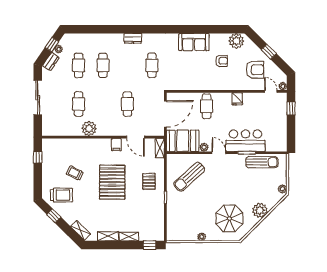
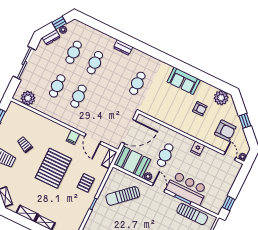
dresser: (133, 38) -> (123, 47), moved
cafe table: (127, 104) -> (78, 96), moved
cafe table: (207, 106) -> (165, 155), moved
window: (291, 108) -> (229, 203), moved
plant: (89, 129) -> (28, 98), moved

